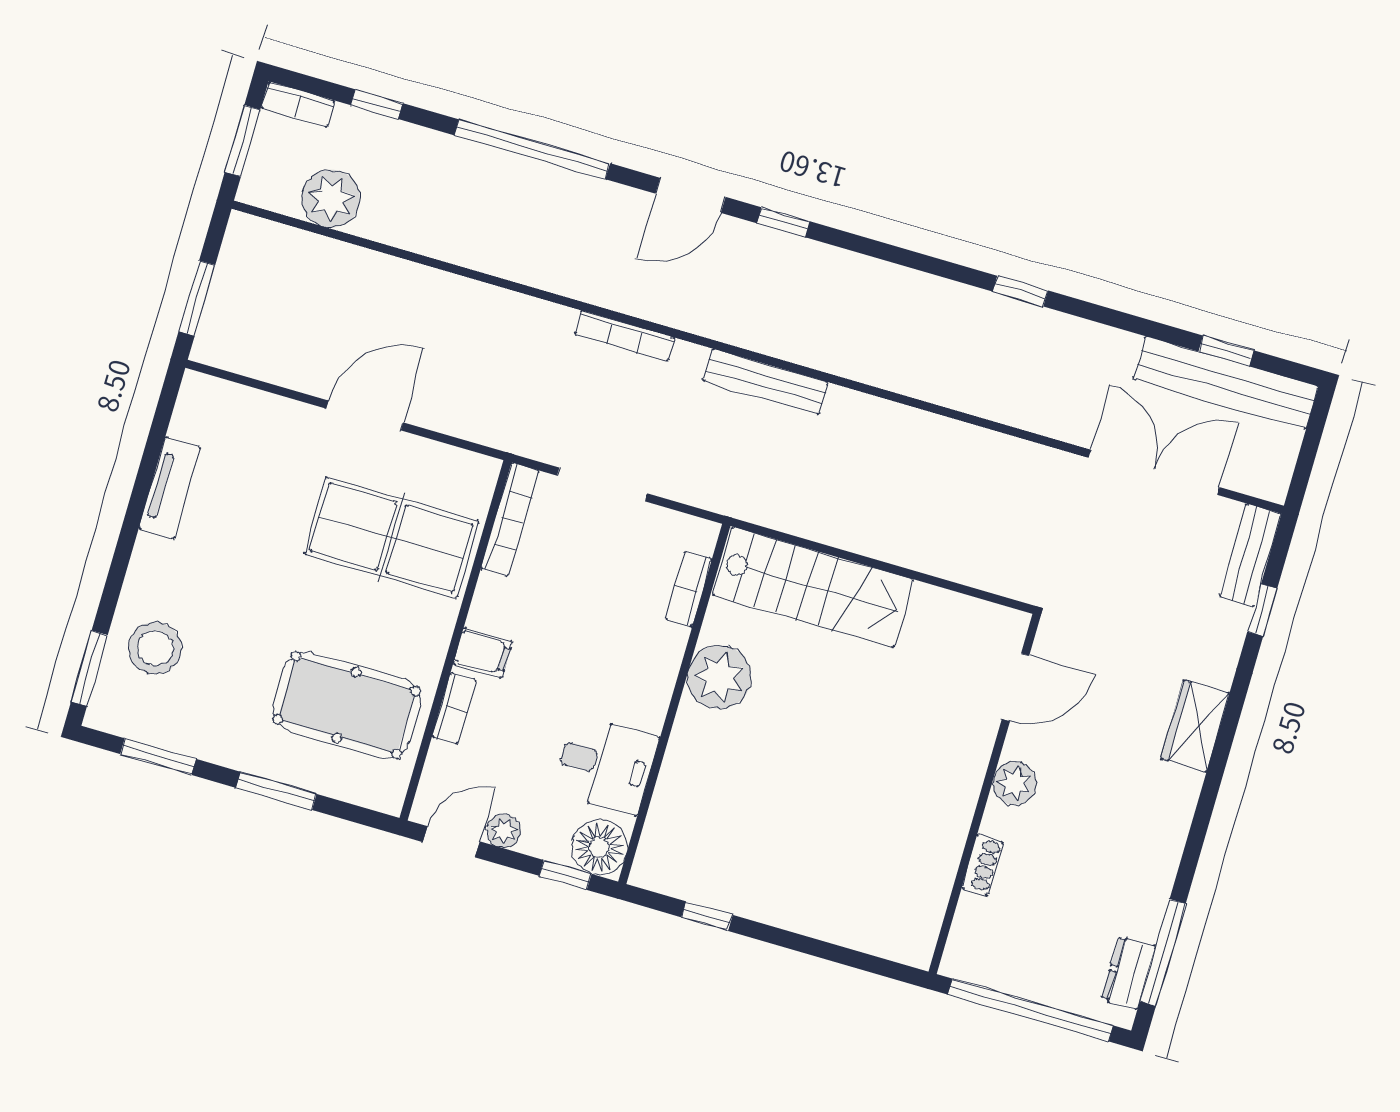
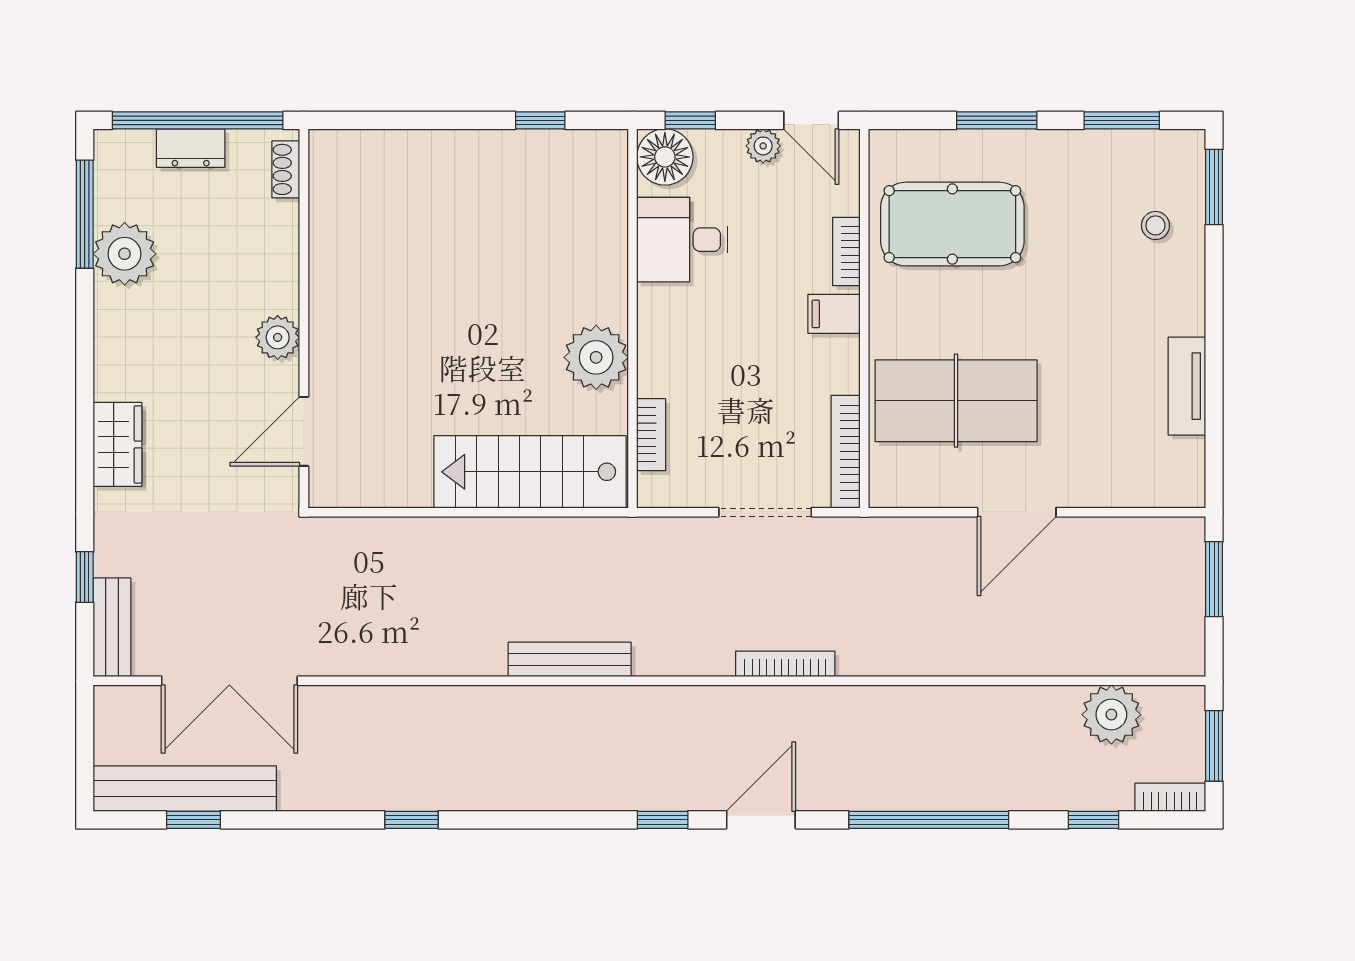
bench: (766, 381) -> (570, 659), moved
stool: (155, 648) -> (1155, 225), width x0.53, depth x0.53
door: (451, 842) -> (811, 120), hinge flipped
shoe rack: (982, 865) -> (286, 169), moved
plant: (1136, 904) -> (125, 254), added
dresser: (1129, 973) -> (191, 148), moved, turned 90

